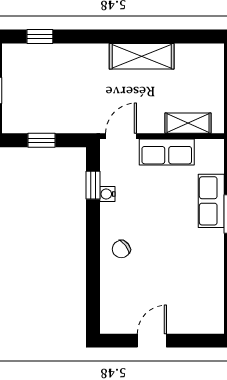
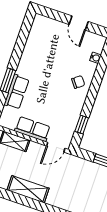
water cooler: (107, 194) -> (95, 58), moved
door: (152, 341) -> (79, 23), hinge flipped

